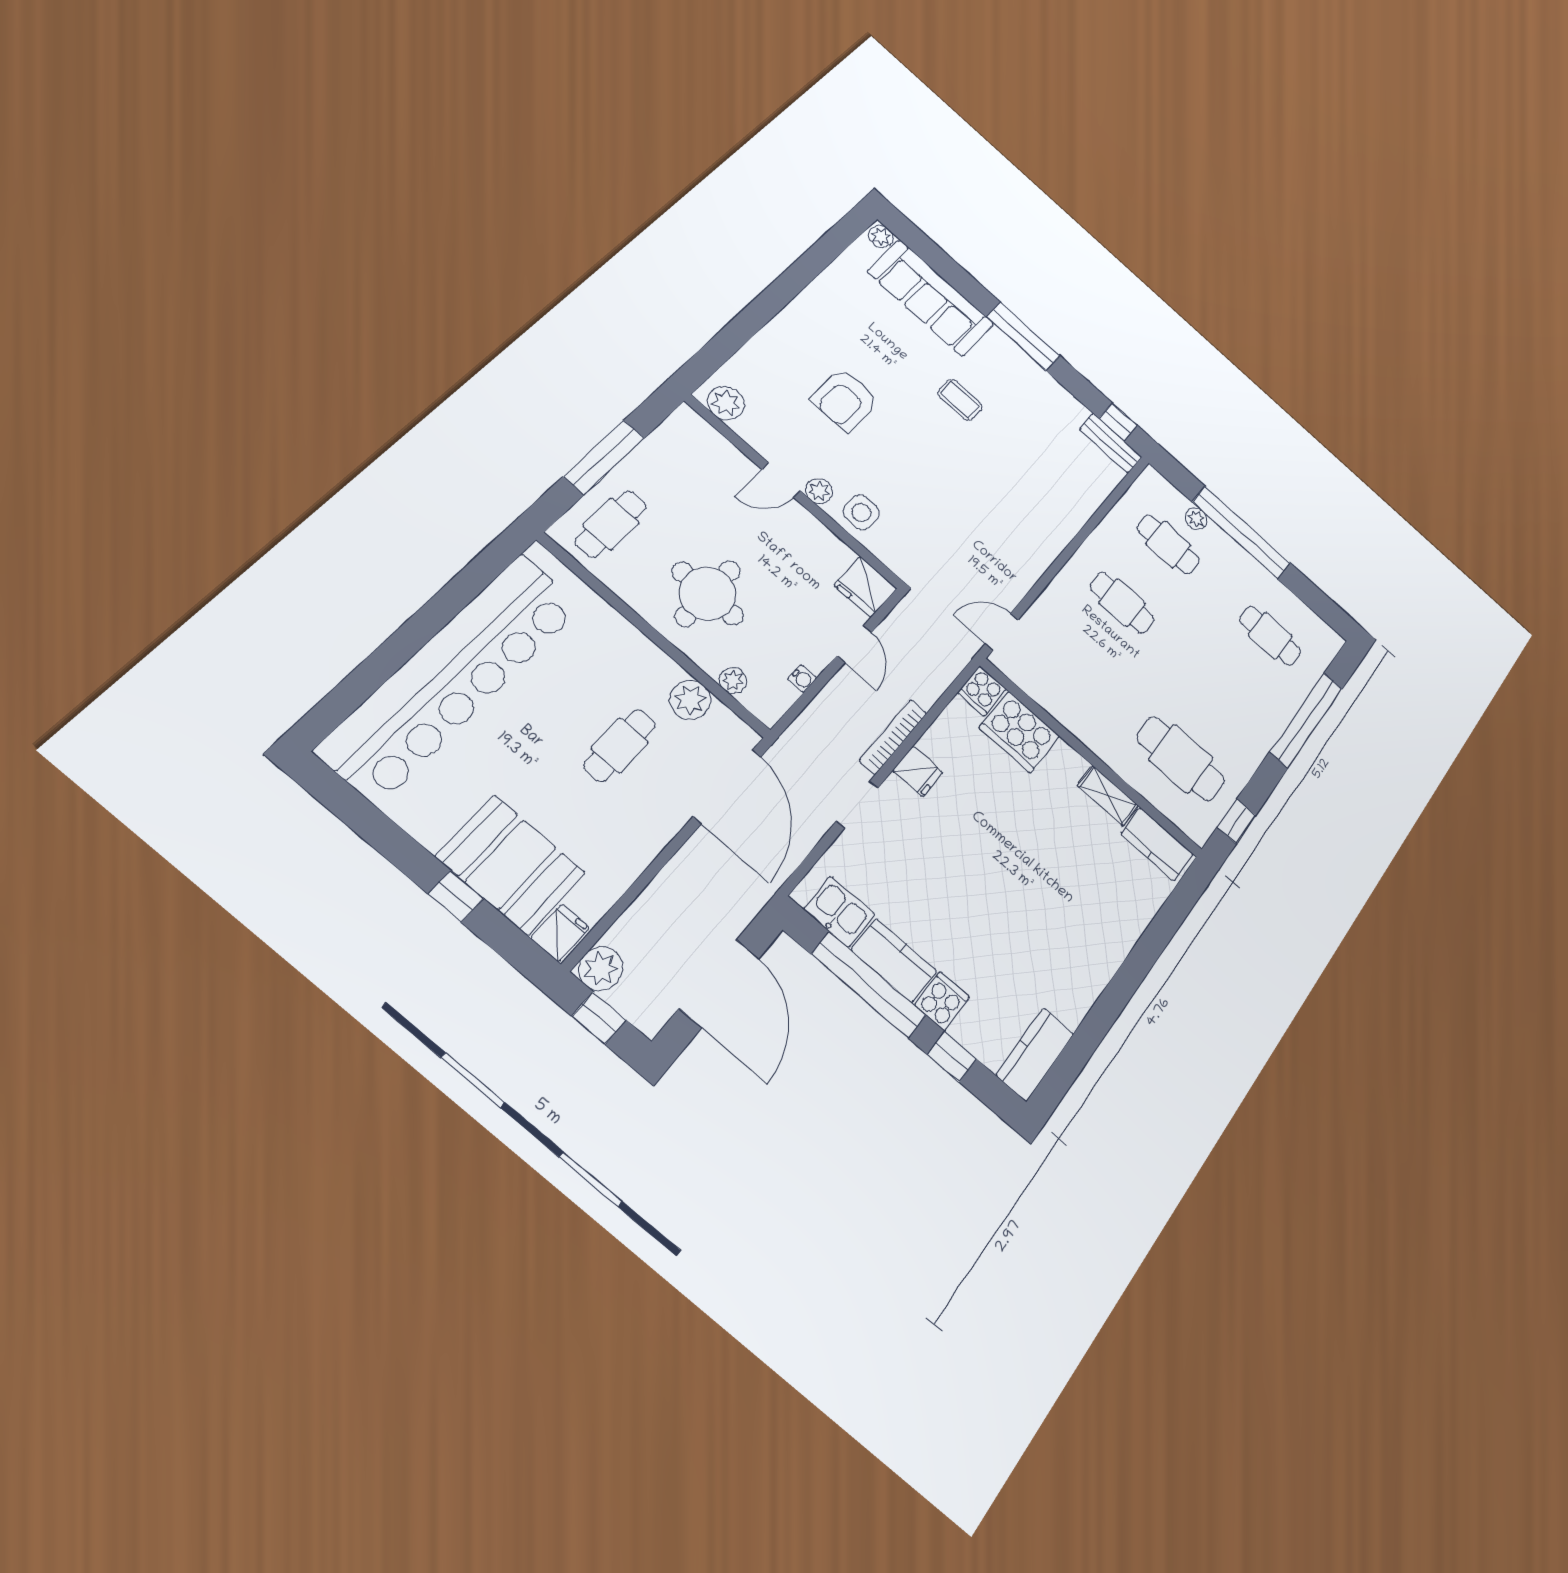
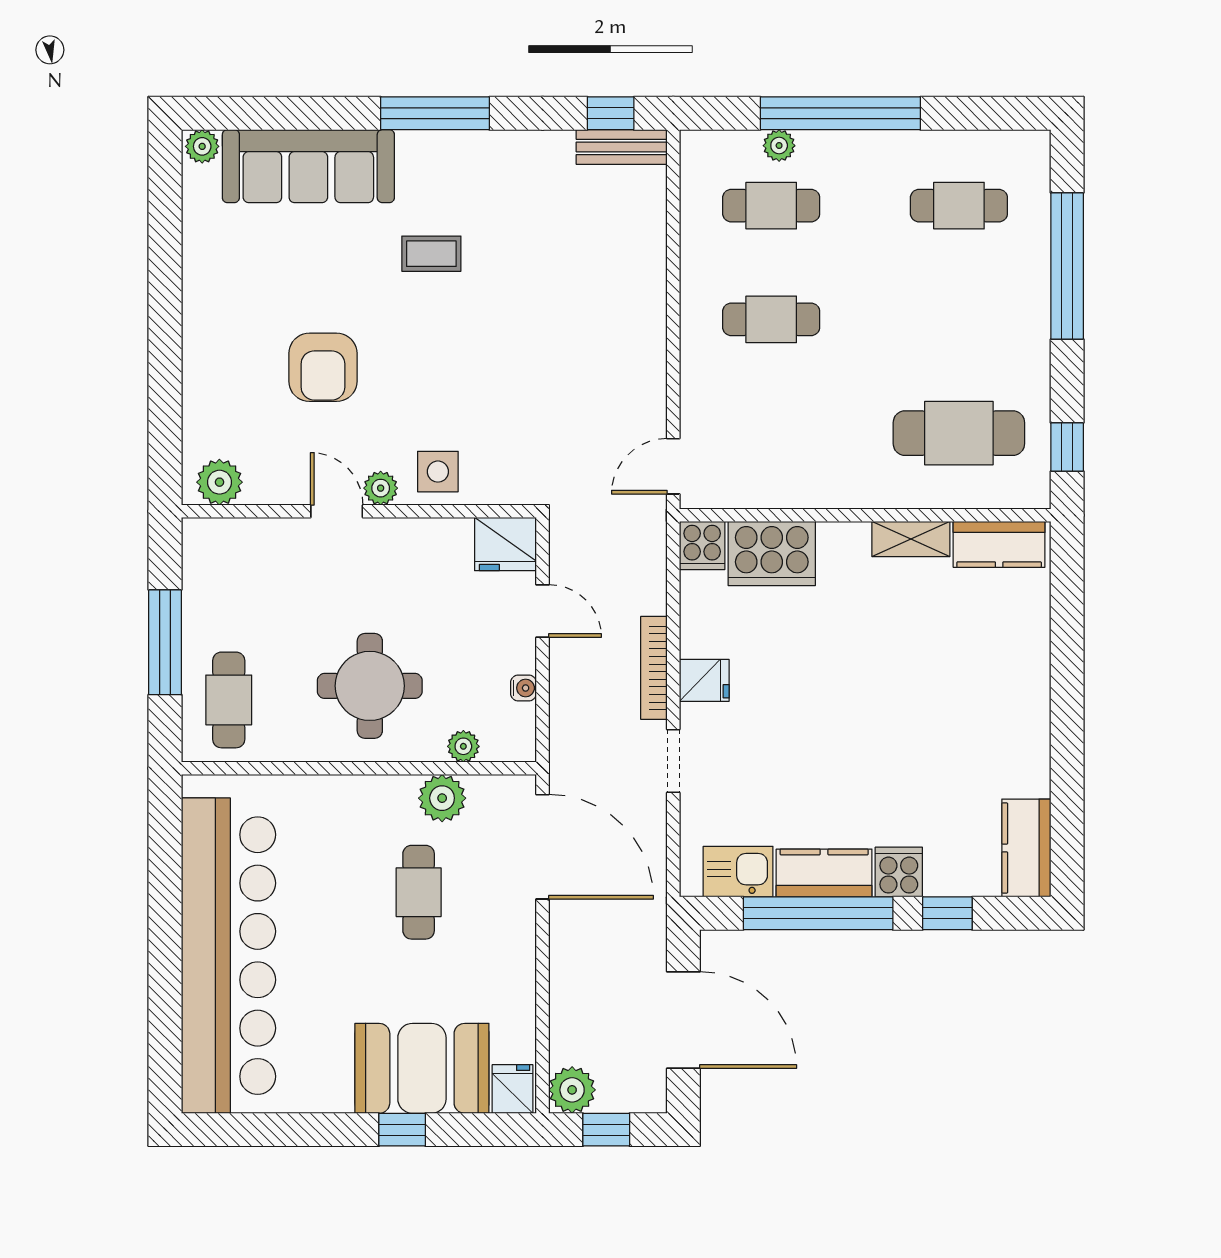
door: (781, 480) -> (337, 511), swing flipped

